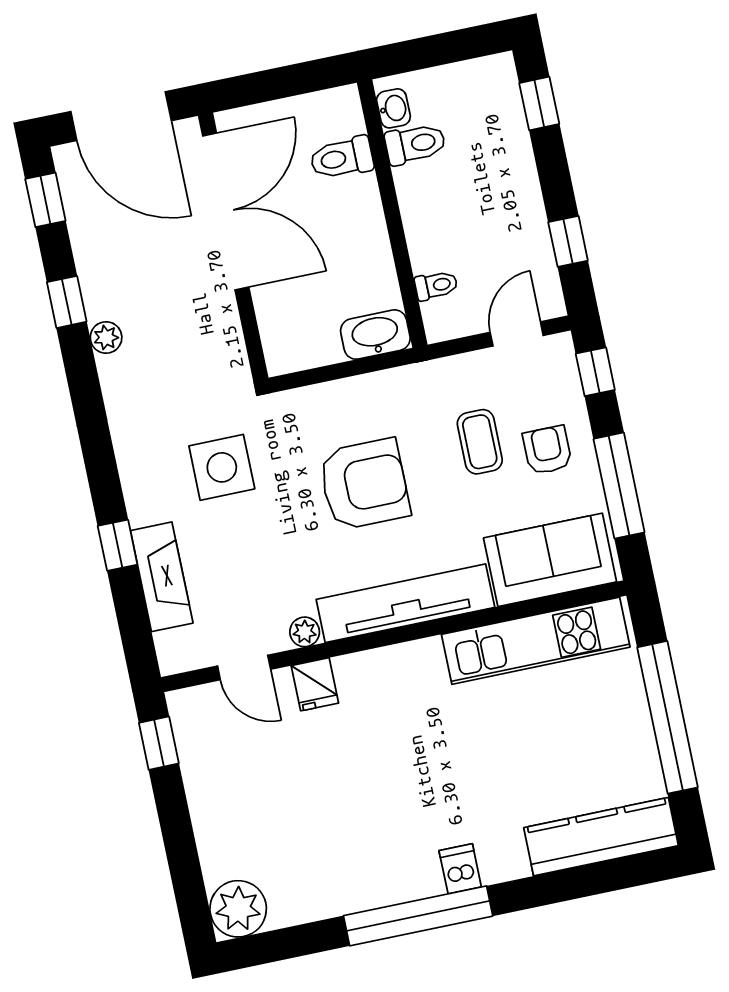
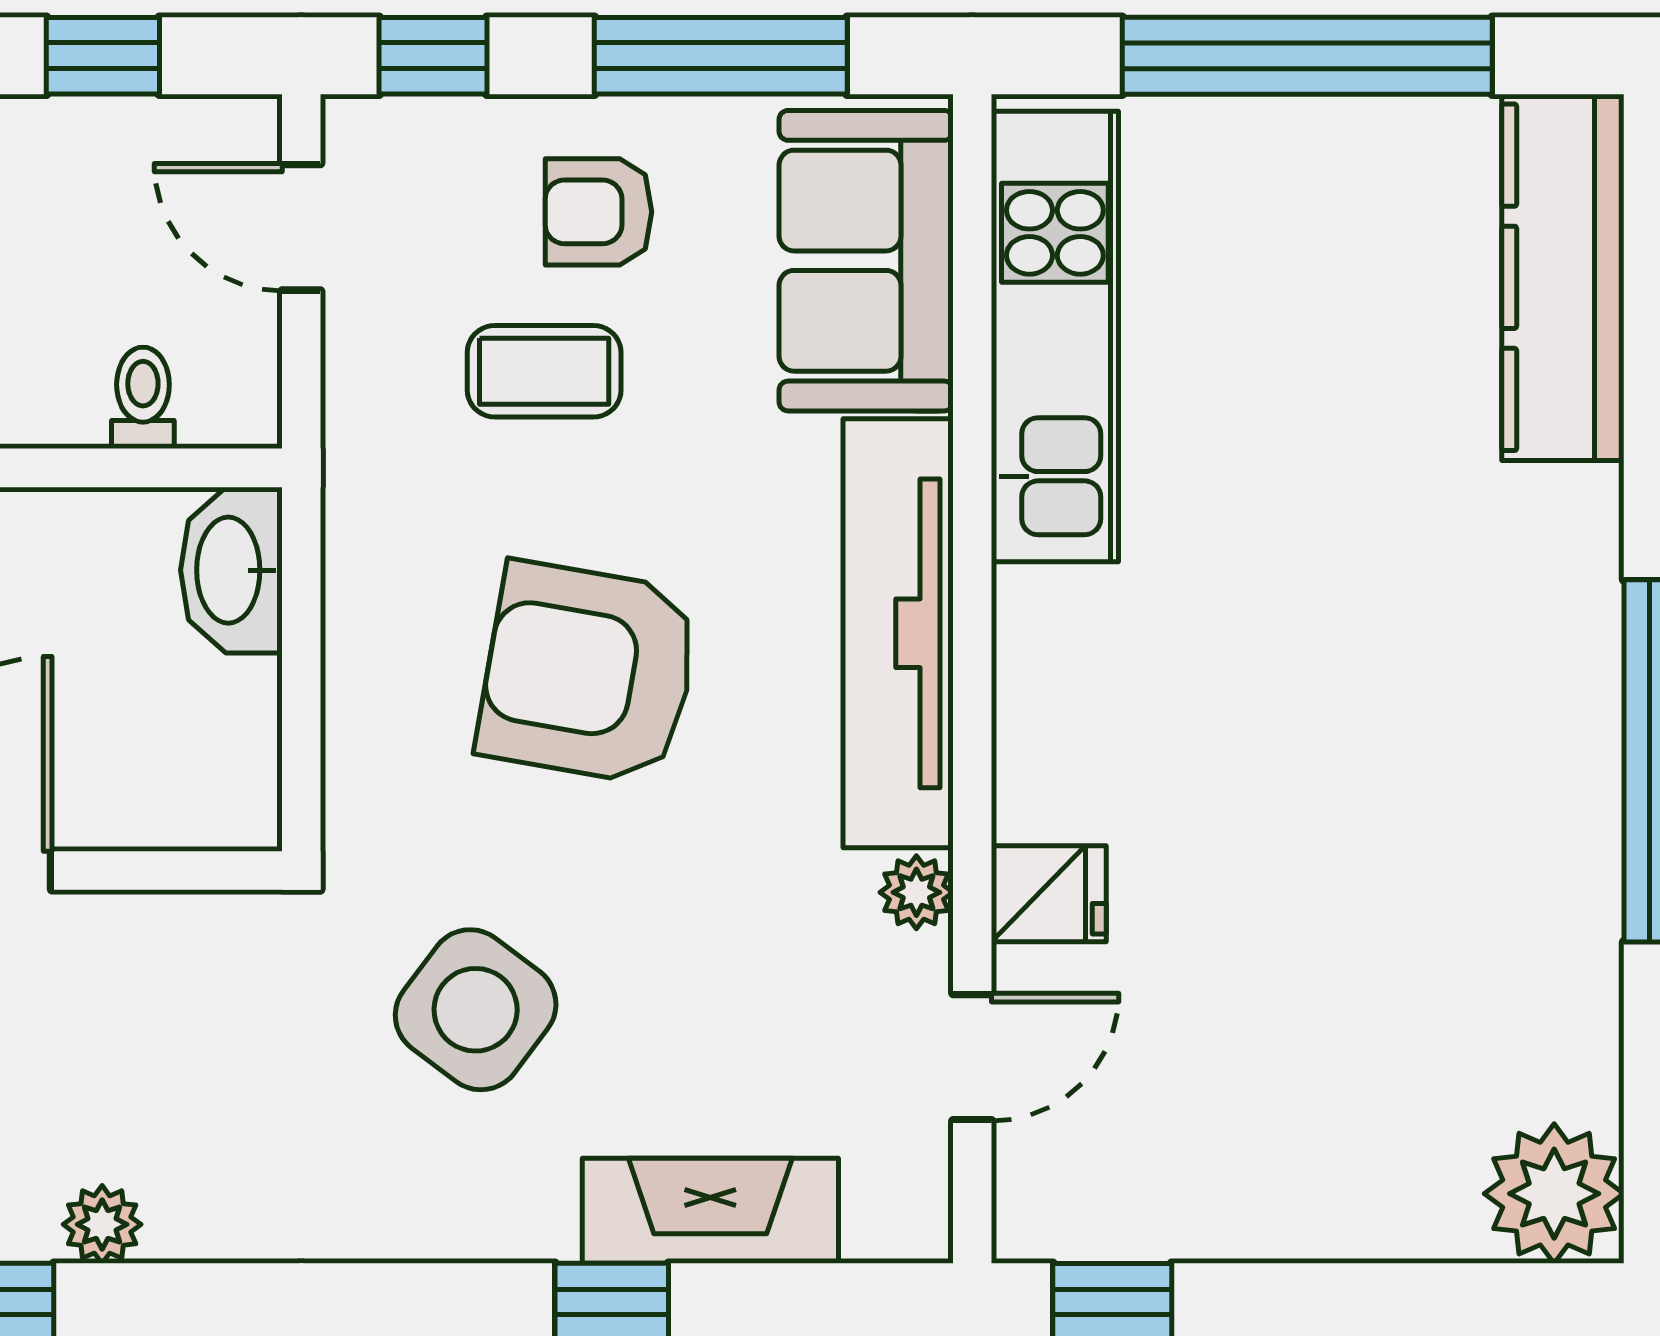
side table: (222, 467) -> (476, 1010), turned 37
armchair: (364, 484) -> (589, 673), turned -80
dishwasher: (460, 869) -> (1569, 635), removed

